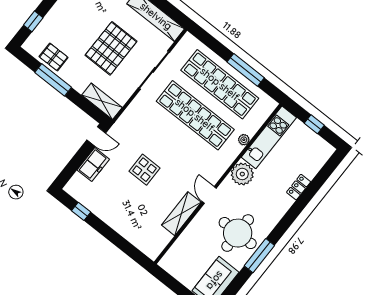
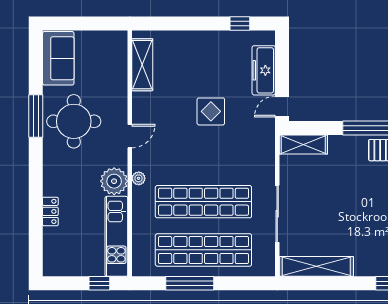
pallet: (111, 48) -> (335, 202), removed
window: (314, 124) -> (99, 283), moved
plant: (244, 140) -> (139, 178), moved
freezer: (93, 165) -> (264, 70), width x1.40
door: (209, 195) -> (130, 136), hinge flipped
shelving: (181, 214) -> (142, 65), moved

